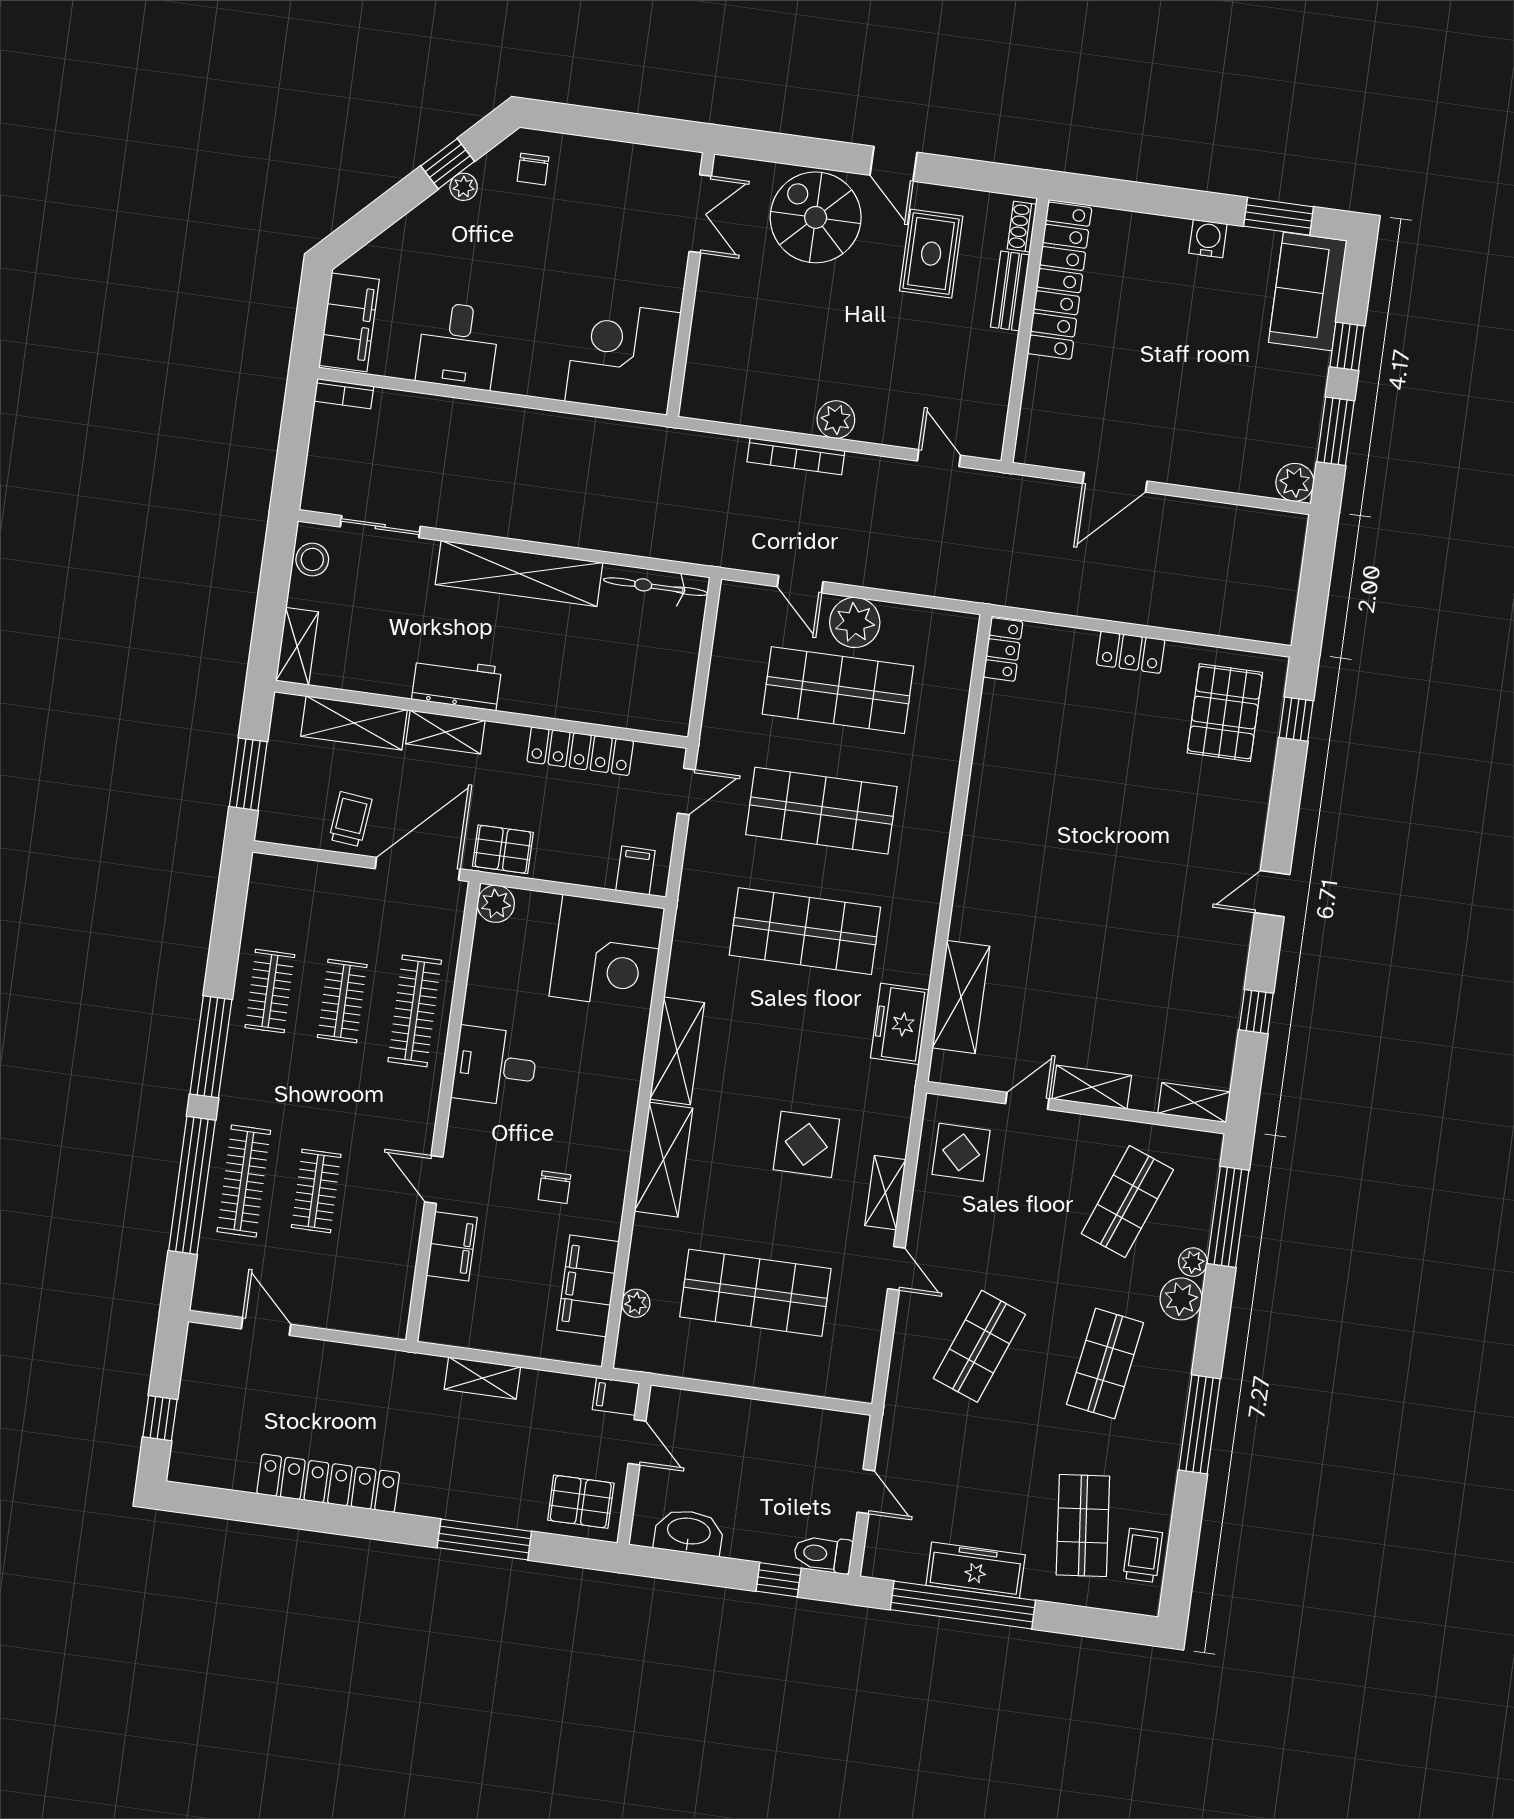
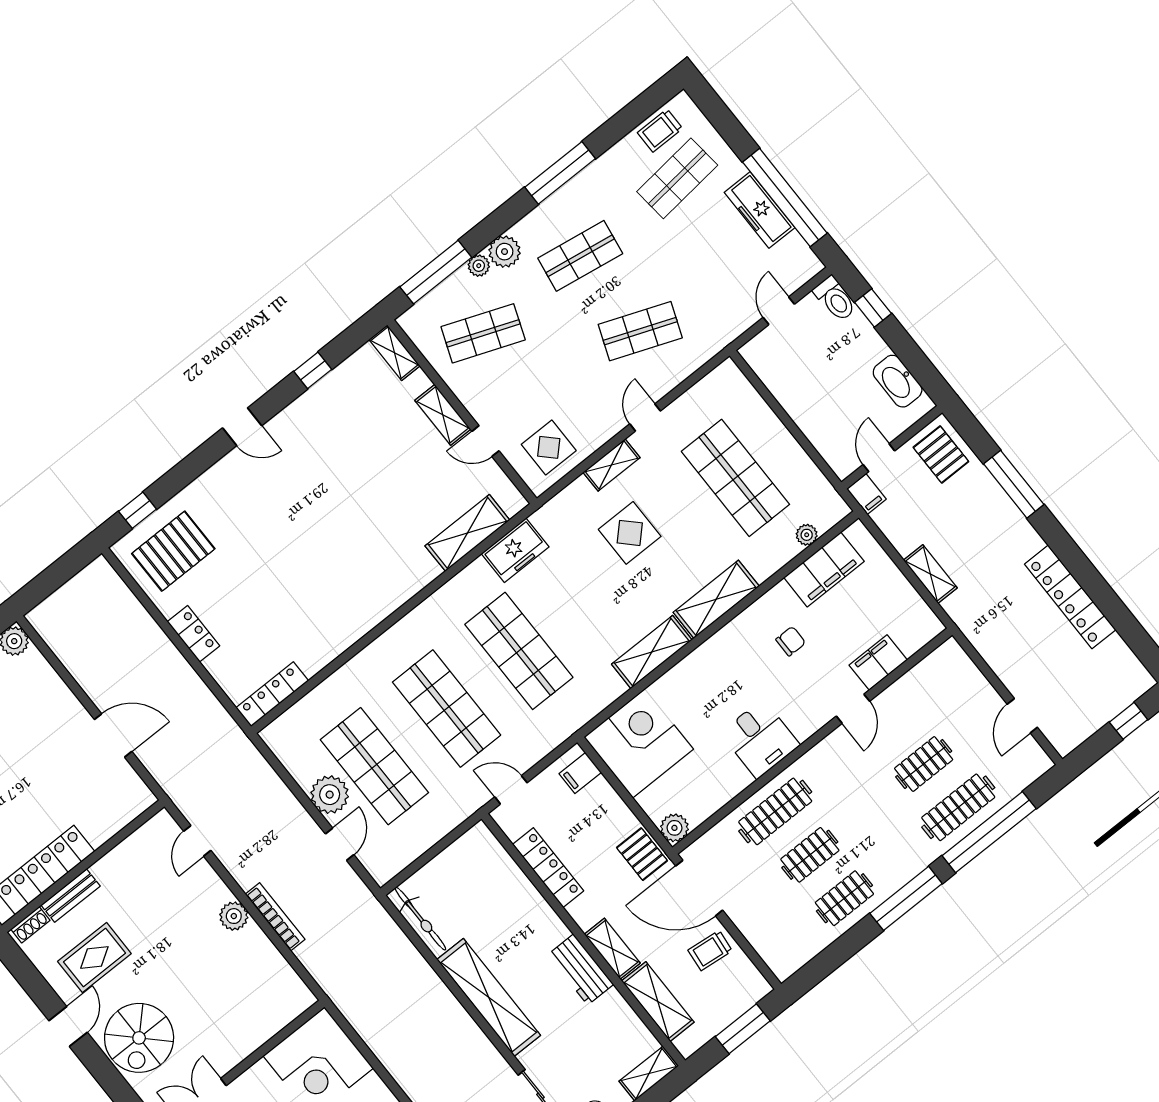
locker: (1003, 649) -> (272, 694), width x1.53

